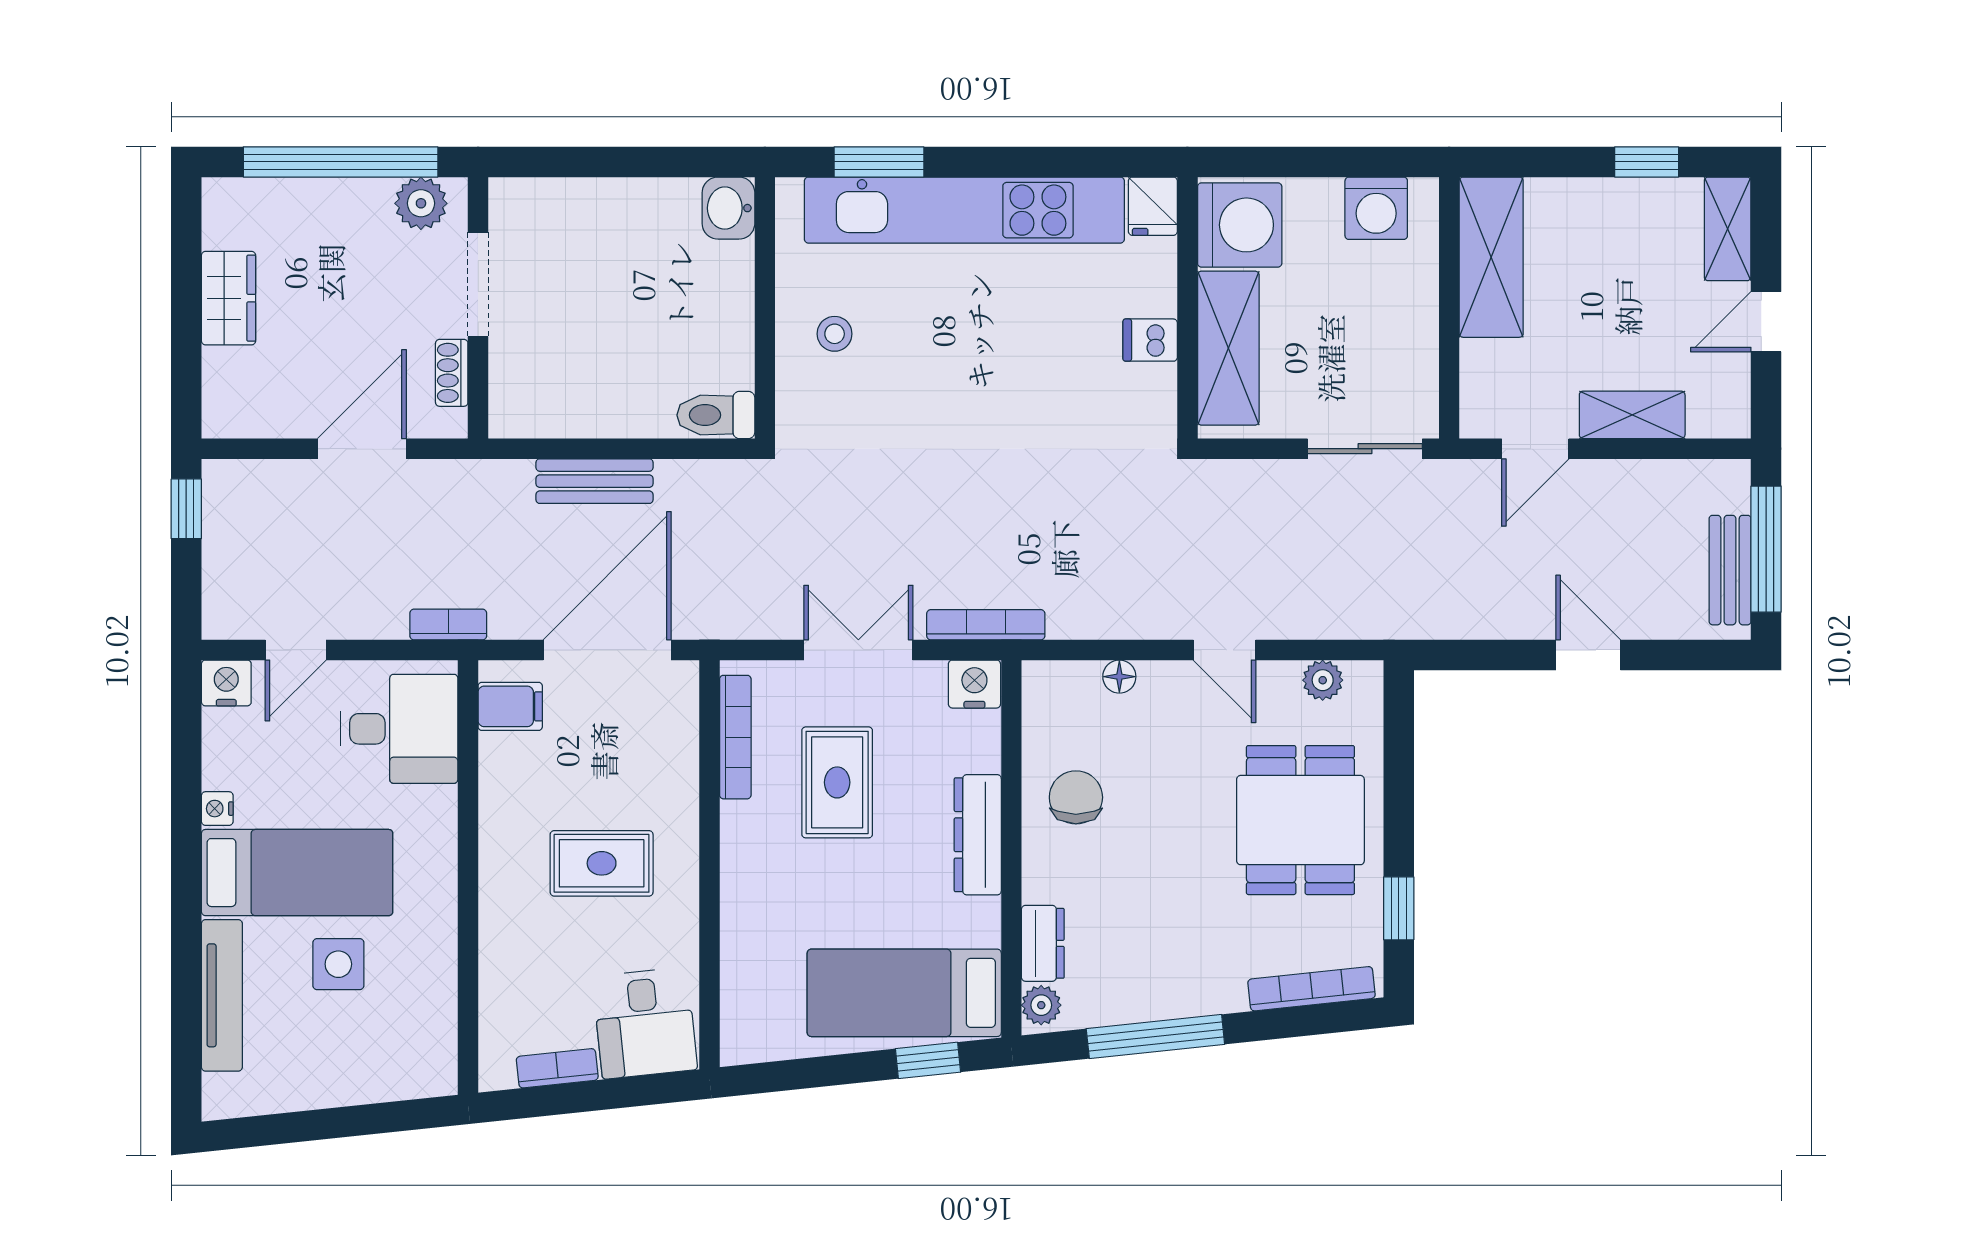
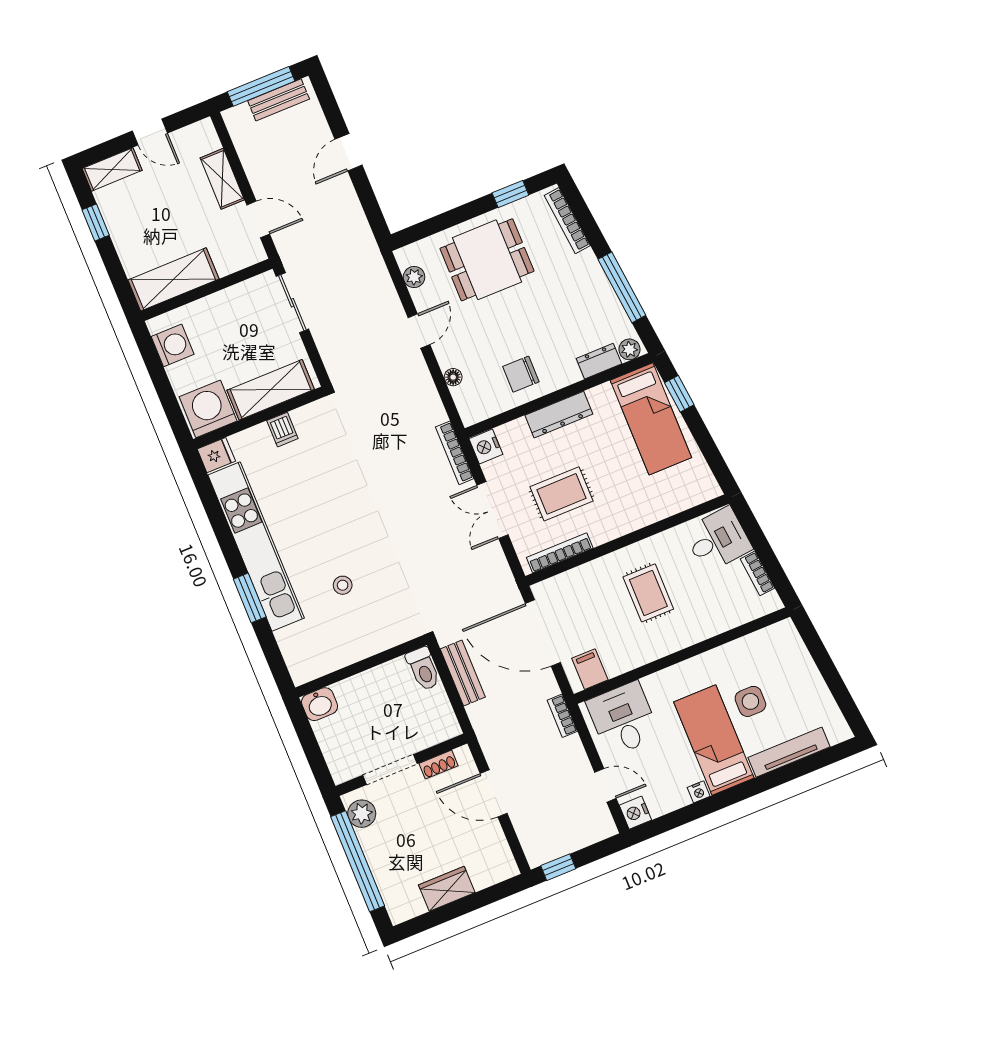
washbasin: (728, 208) -> (320, 704), moved
wall: (765, 308) -> (361, 666), moved
toilet: (716, 415) -> (423, 669), moved

